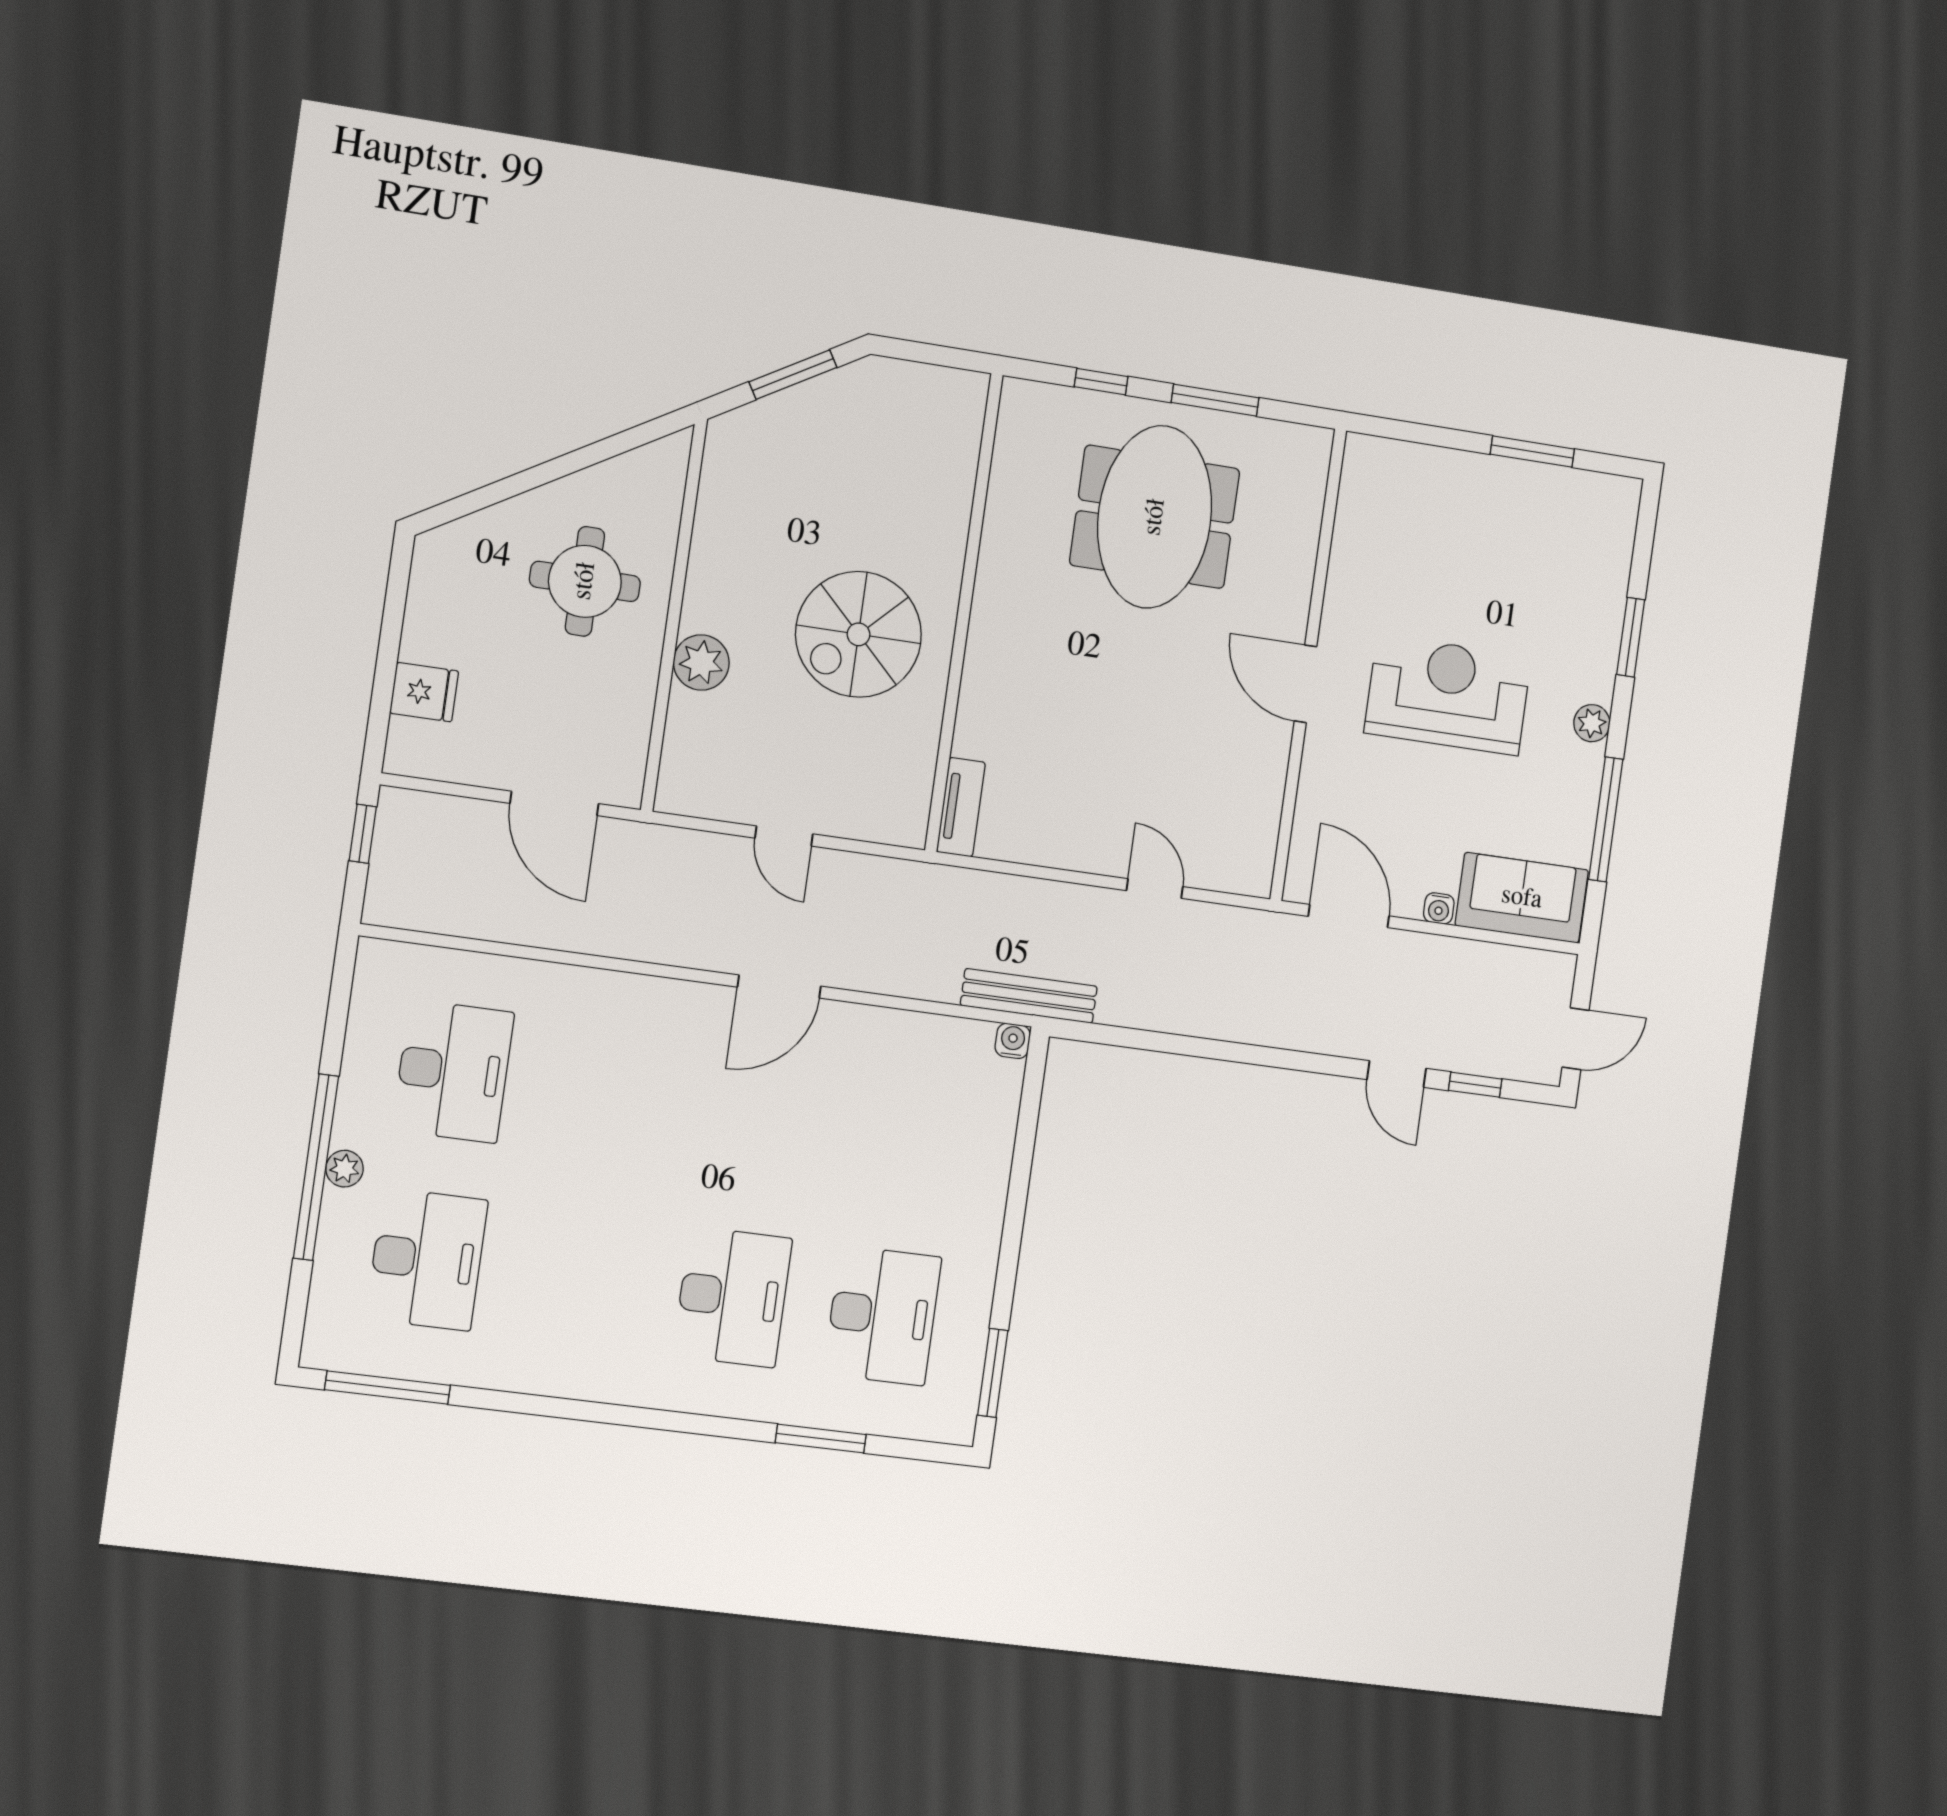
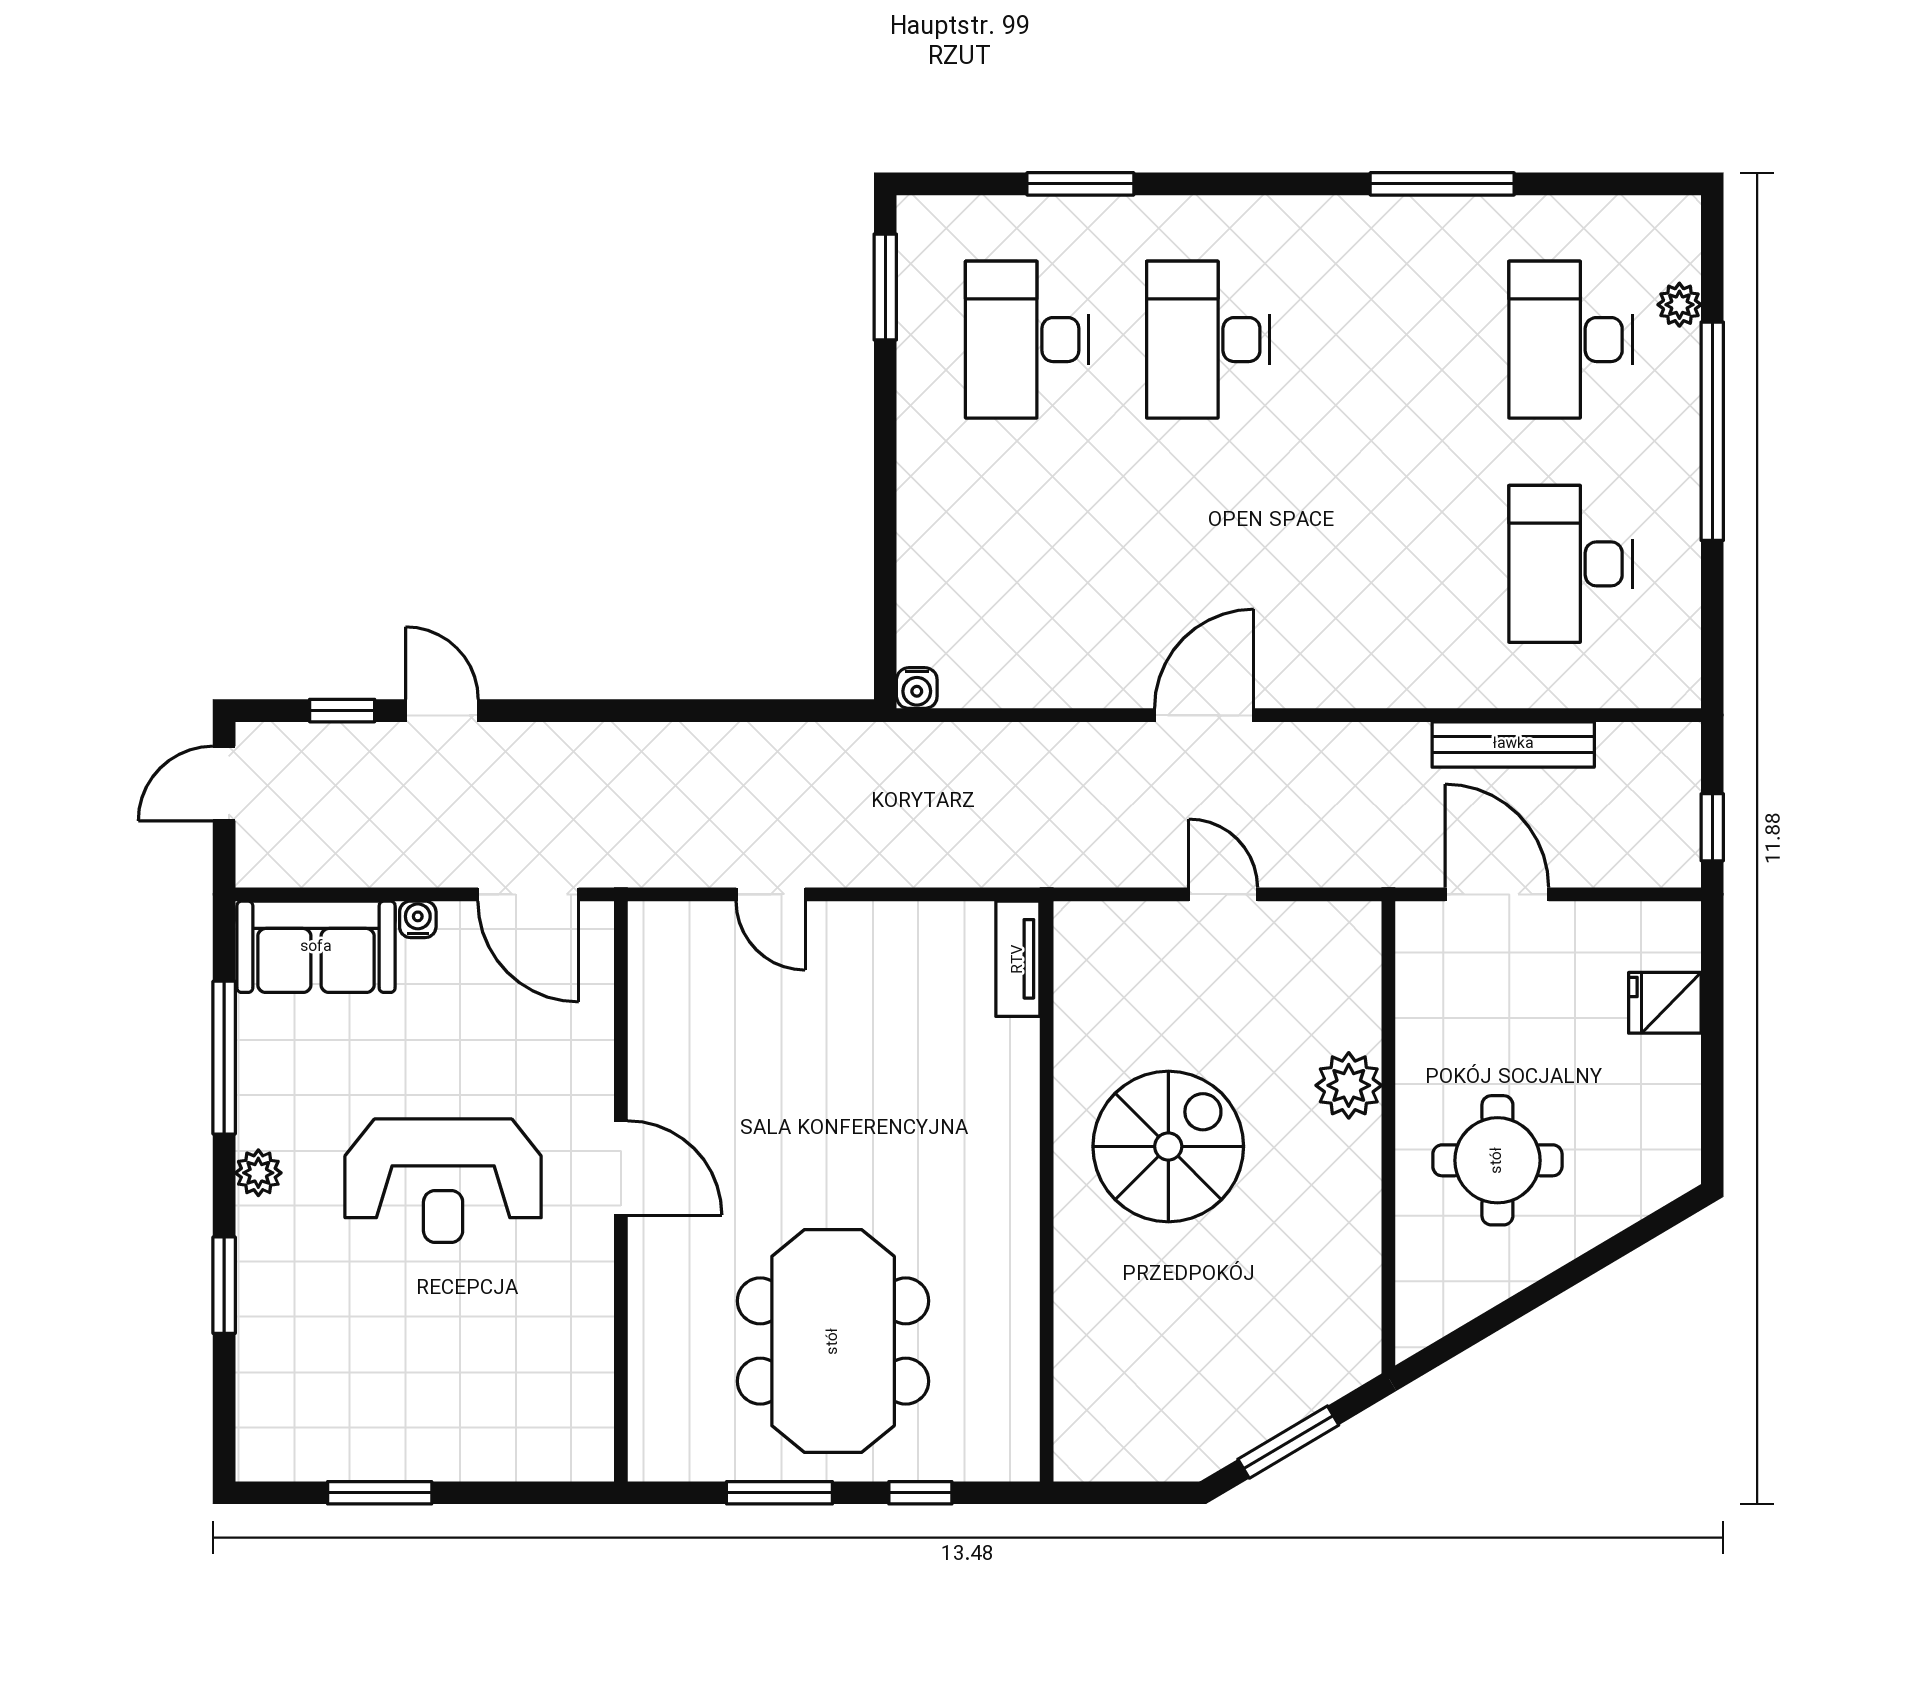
bench: (1029, 996) -> (1513, 744), moved
plant: (345, 1169) -> (1679, 305), moved
window: (387, 1388) -> (1442, 184), moved

